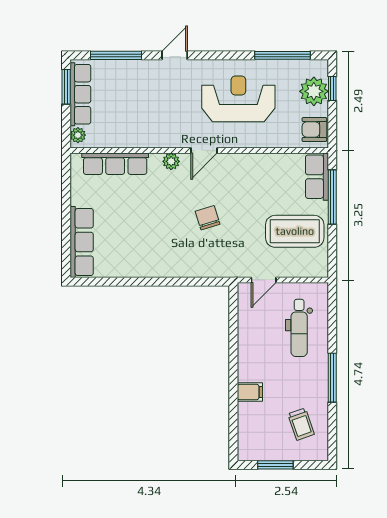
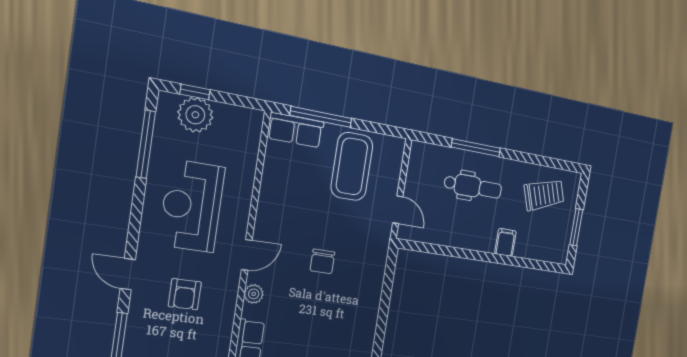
armchair: (314, 130) -> (185, 294), moved
door: (204, 151) -> (247, 255), hinge flipped
chair: (208, 218) -> (322, 261), turned -73
dental chair: (299, 328) -> (473, 187), moved
window: (332, 378) -> (476, 148), moved
trolley: (301, 424) -> (544, 195), width x1.36, depth x1.39

